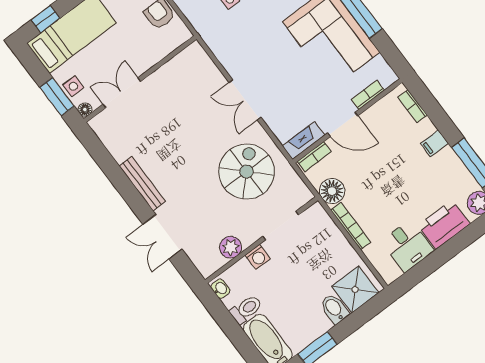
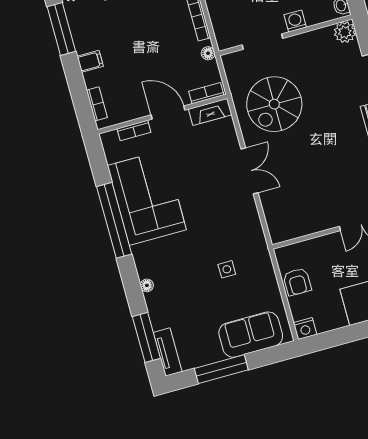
floor lamp: (332, 191) -> (208, 53), width x0.53, depth x0.53
plant: (231, 247) -> (345, 32), moved

